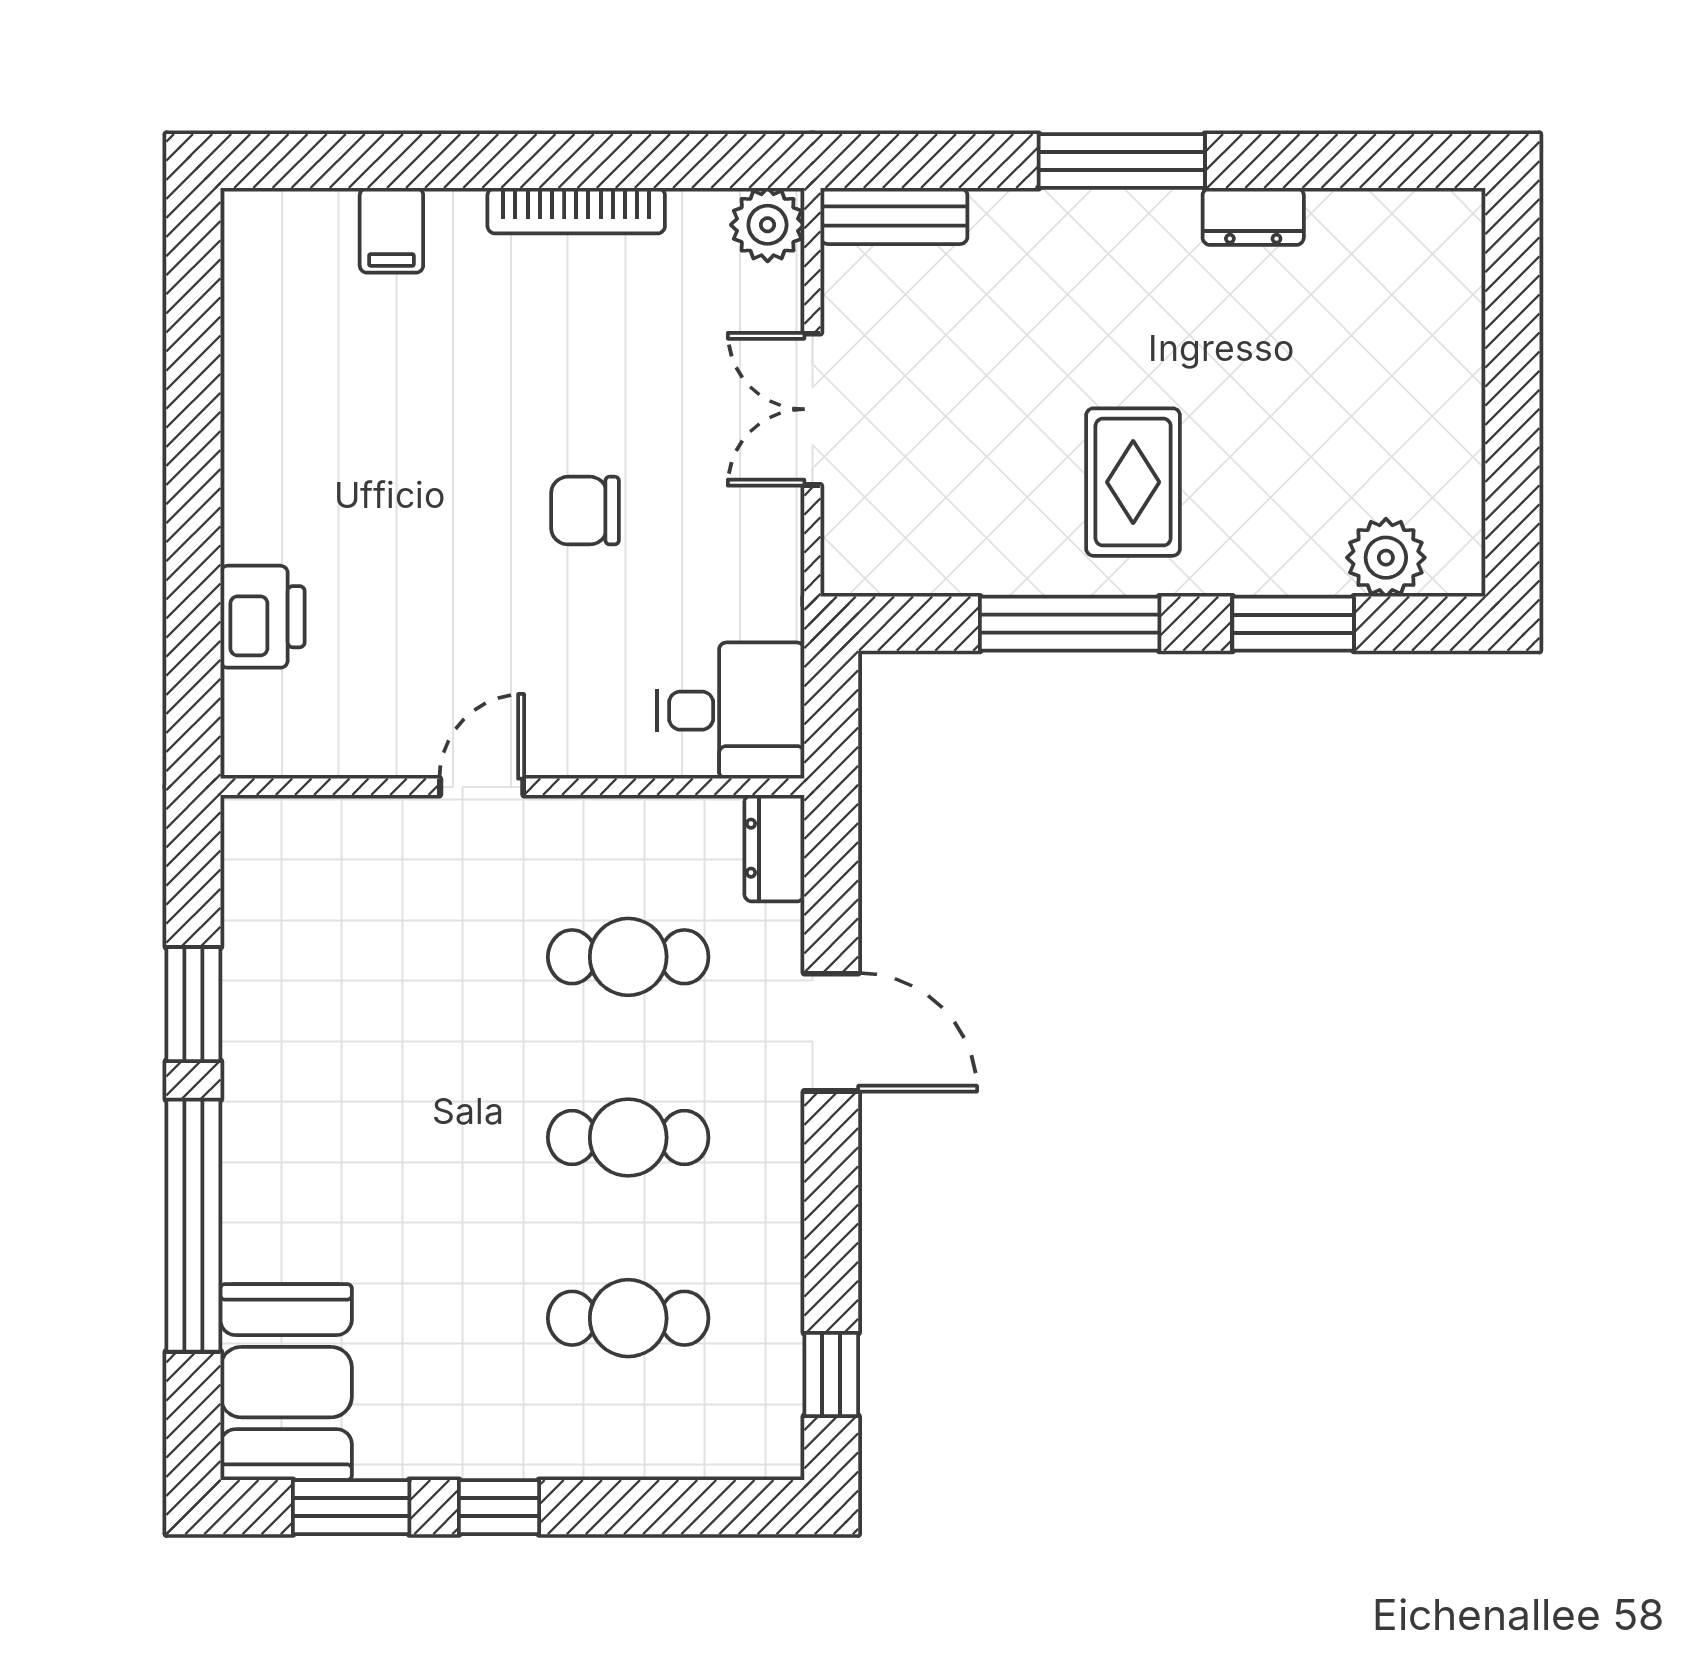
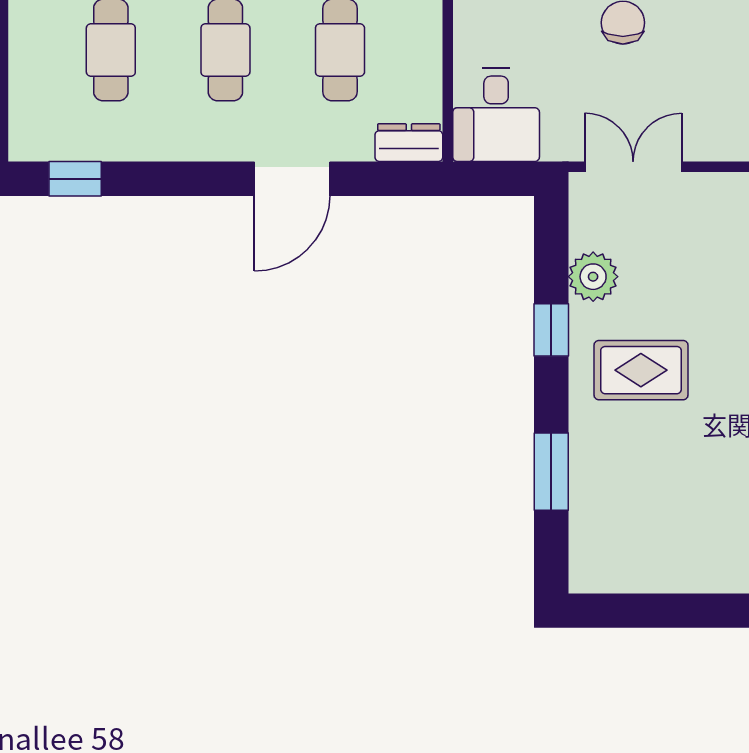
double door: (812, 409) -> (633, 167), moved
plant: (1386, 558) -> (593, 277), moved
window: (1070, 624) -> (551, 330), width x0.46

